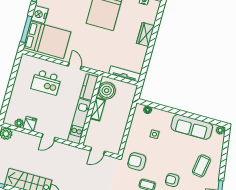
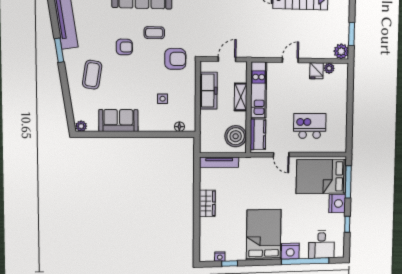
wardrobe: (145, 35) -> (207, 203), moved
shelving: (98, 109) -> (241, 97), moved
sofa: (192, 127) -> (118, 121), width x0.73
freezer: (118, 131) -> (208, 91), added

